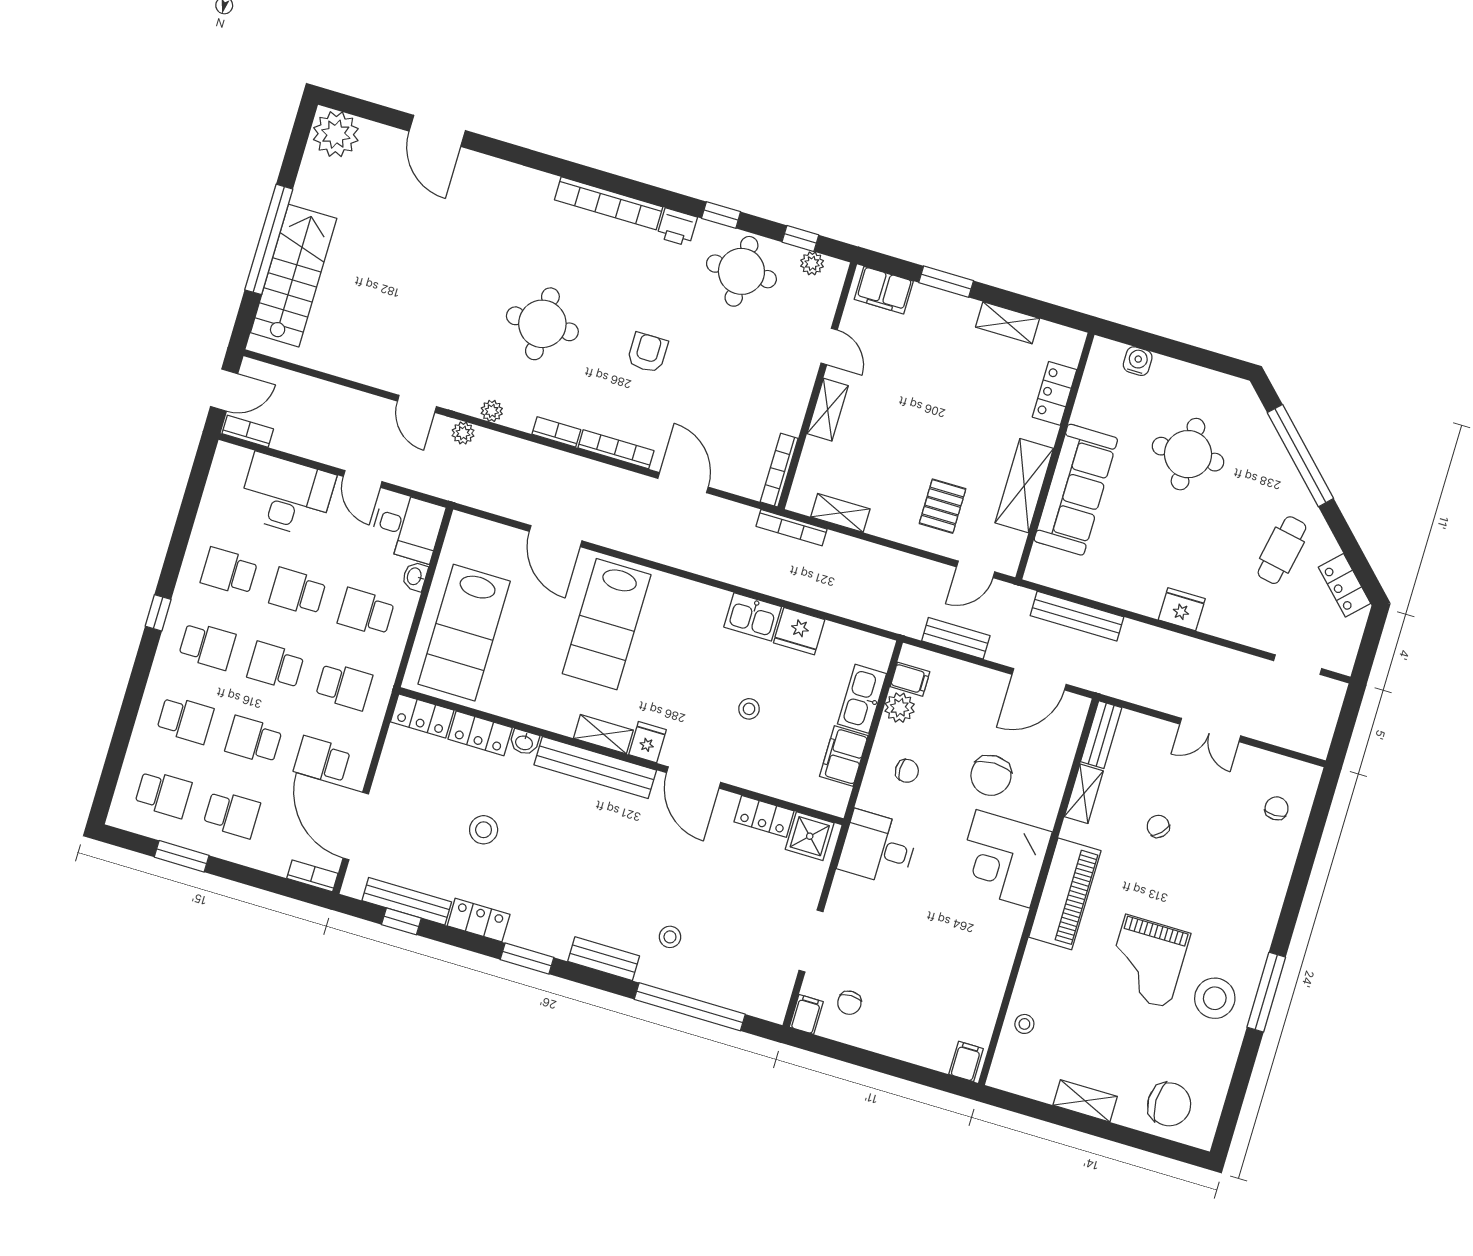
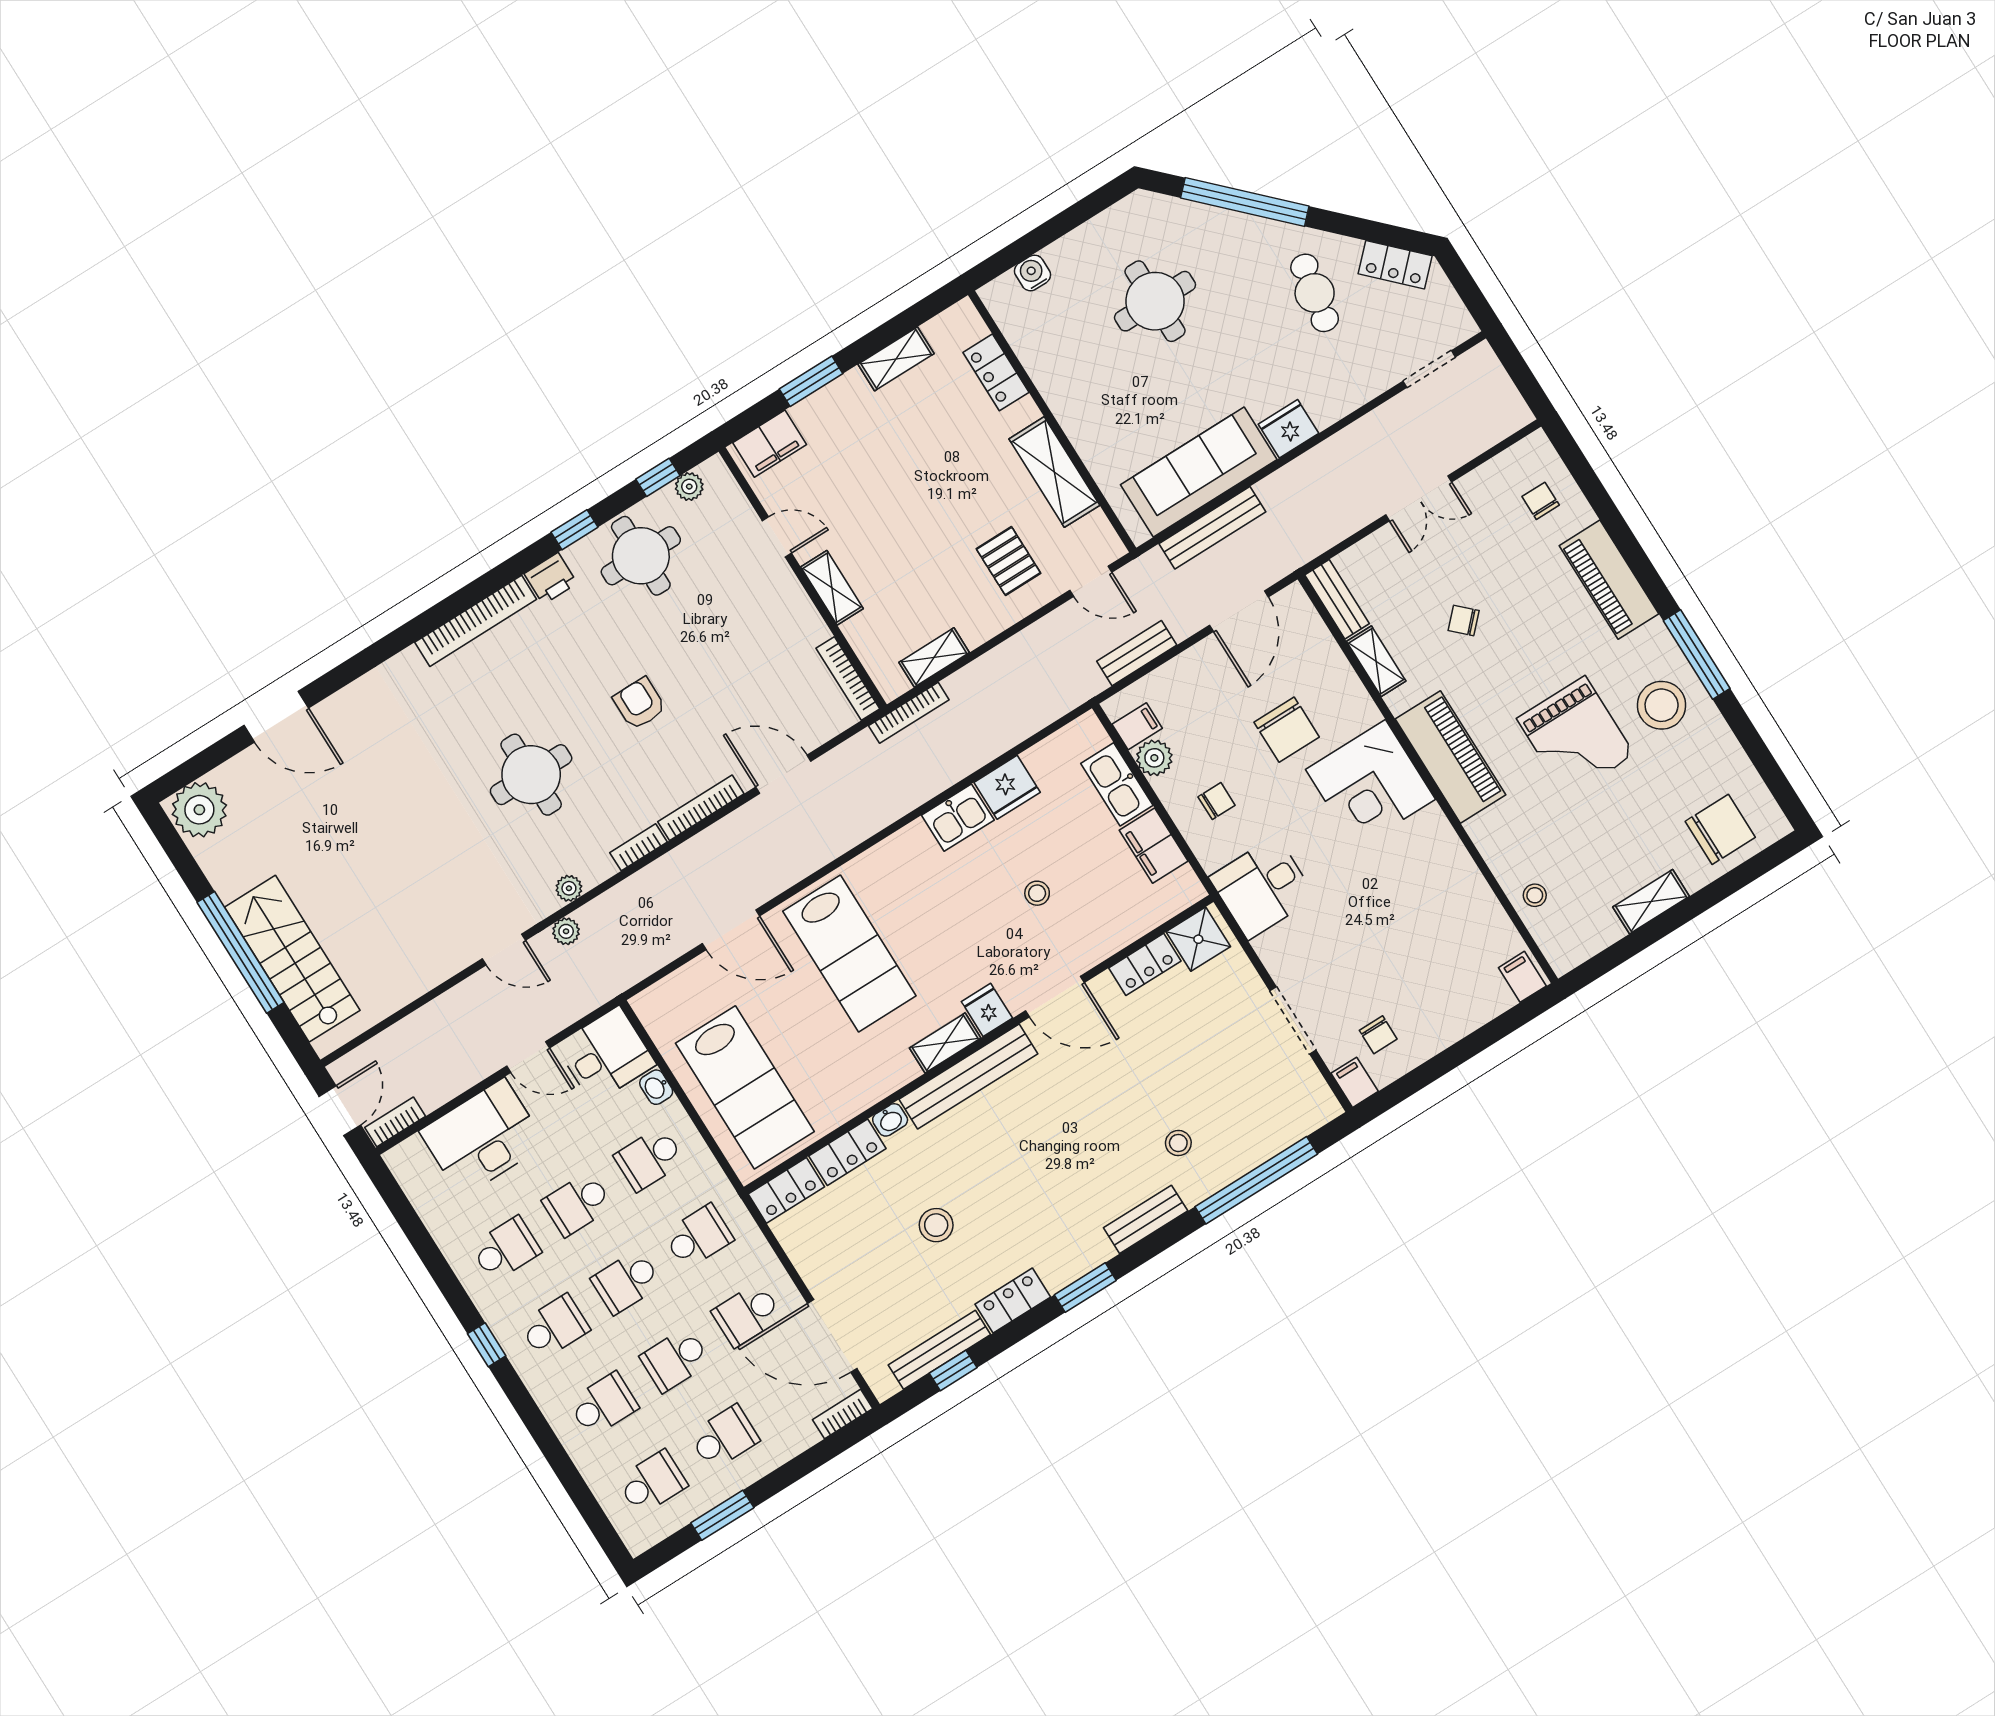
sofa: (1076, 490) -> (1199, 472), moved, turned -90
door: (976, 569) -> (1091, 581), hinge flipped
school desk: (229, 572) -> (506, 1249), turned 180
piano: (1265, 895) -> (1609, 580), added

